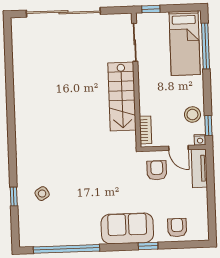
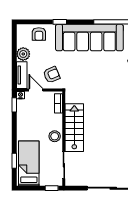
window: (205, 46) -> (14, 161), width x0.46
stool: (192, 115) -> (55, 136), moved
armchair: (157, 170) -> (52, 75), turned -113
plant: (198, 198) -> (23, 54), added
sofa: (127, 228) -> (89, 38), width x1.85, depth x1.27

